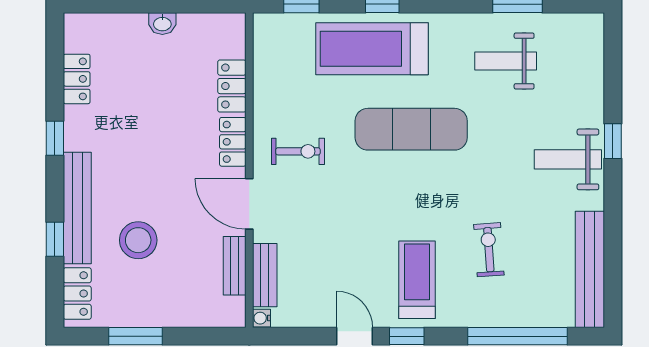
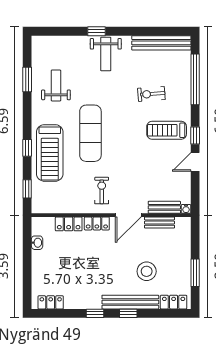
washbasin: (162, 24) -> (37, 243), moved
weight bench: (506, 61) -> (56, 85), turned 180
locker: (77, 79) -> (51, 302), moved
window: (55, 239) -> (128, 313), moved

